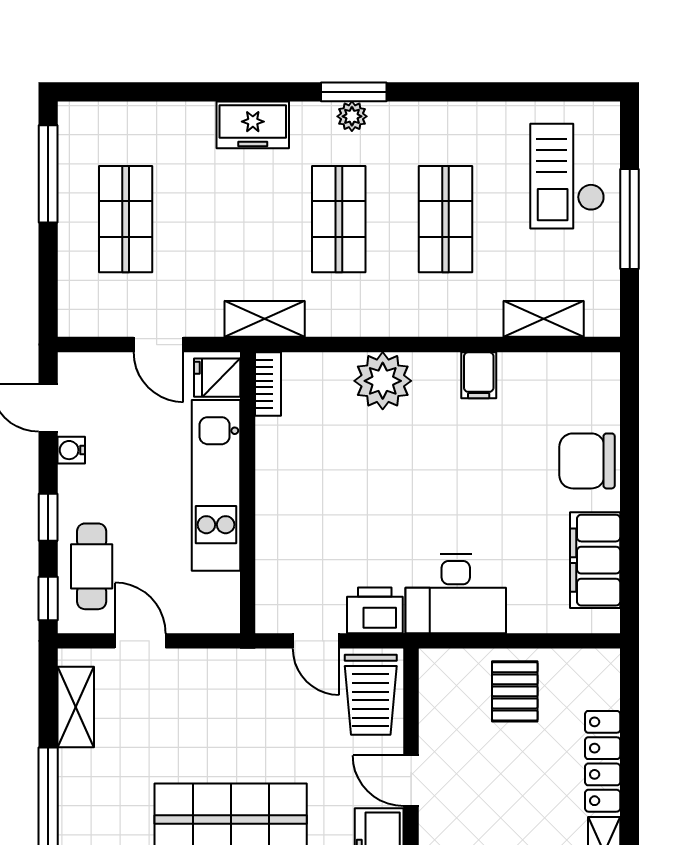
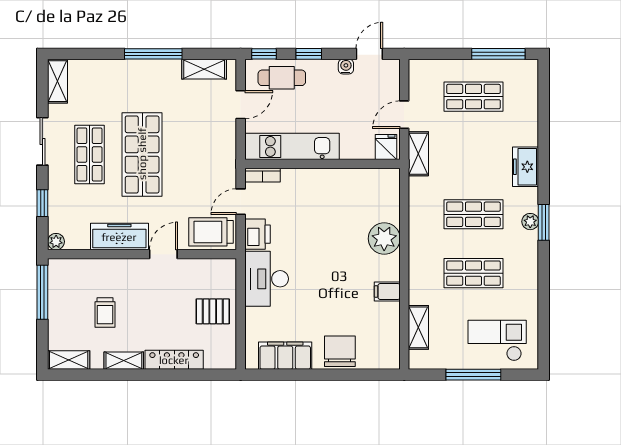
shelving: (265, 319) -> (418, 154), moved
bookcase: (268, 384) -> (262, 175), moved
kitchen unit: (216, 485) -> (292, 146), moved

